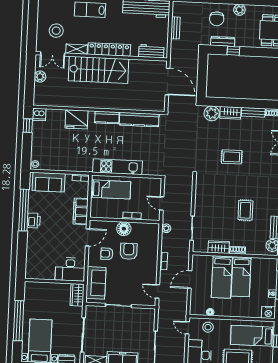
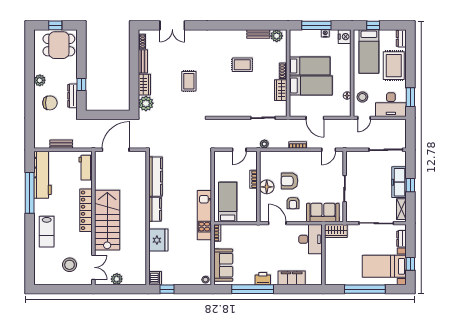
shelving: (77, 49) -> (87, 243), removed
kitchen unit: (117, 167) -> (204, 215), moved
filing cabinet: (81, 211) -> (292, 278), moved, turned 180

